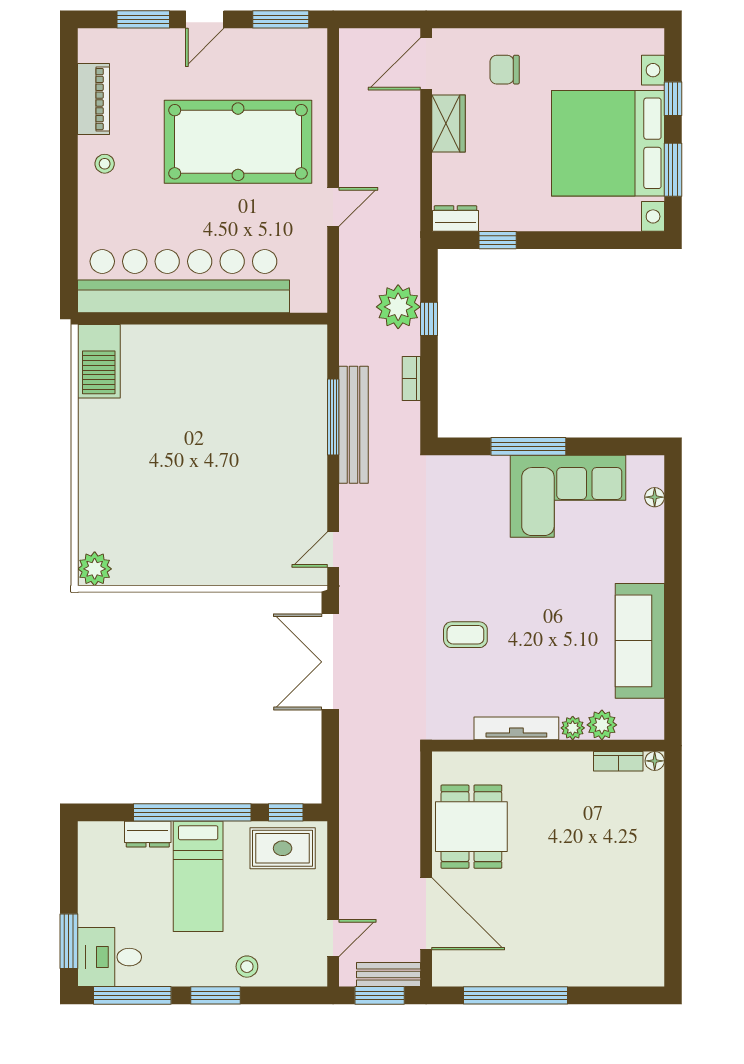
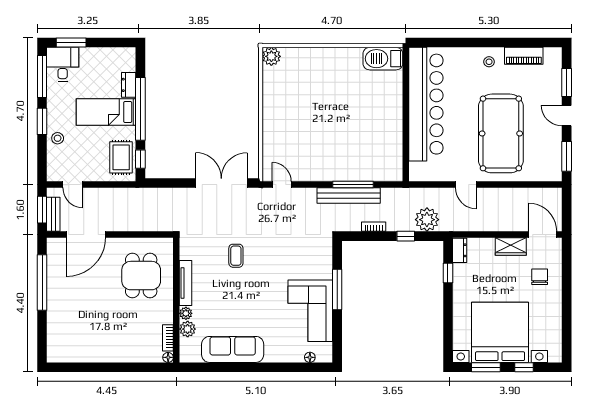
plant: (398, 307) -> (427, 220), moved
dining table: (471, 827) -> (141, 276), moved, turned 90

